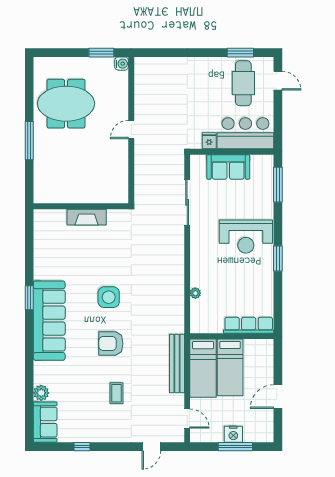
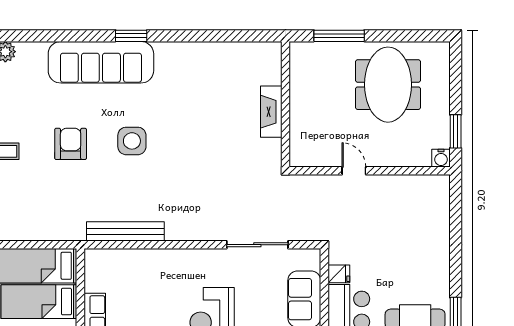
wall: (81, 206) -> (285, 104), moved
fireplace: (87, 217) -> (271, 112), moved
plant: (195, 293) -> (137, 256), removed
bench: (177, 364) -> (125, 231), moved

